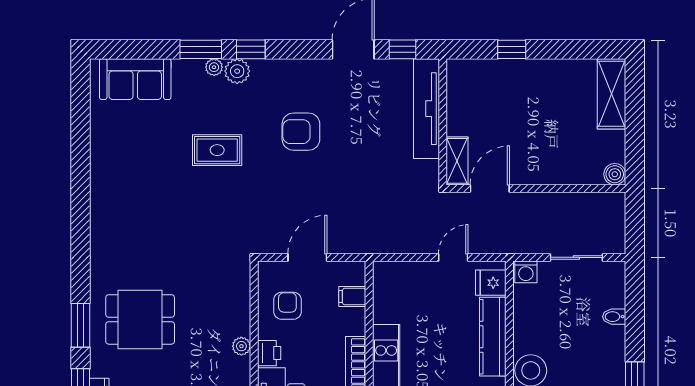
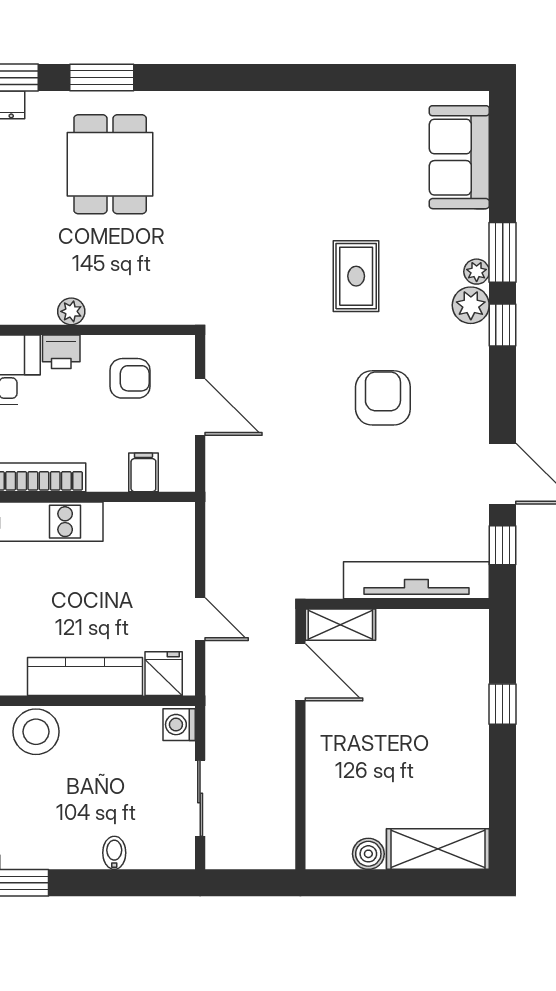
boiler: (615, 174) -> (368, 854), moved

